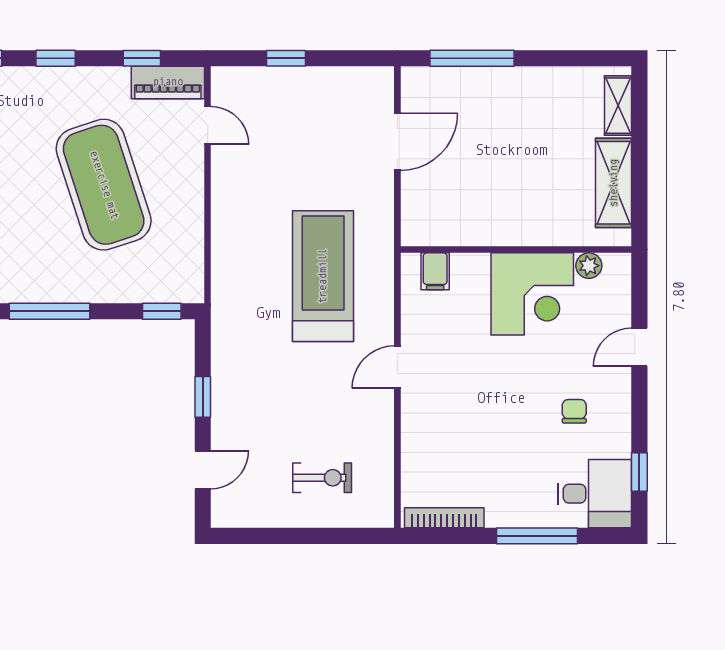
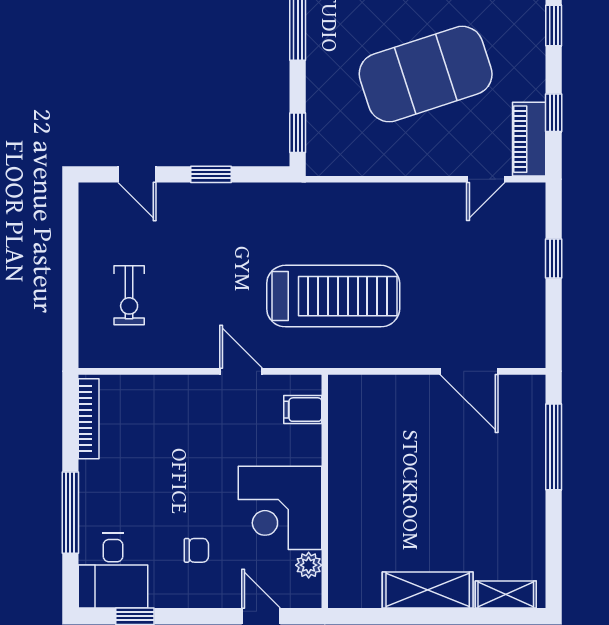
wall: (516, 250) -> (325, 491), moved
plant: (589, 266) -> (309, 565), moved
filing cabinet: (435, 271) -> (303, 410), moved
corner desk: (532, 294) -> (280, 508), moved

